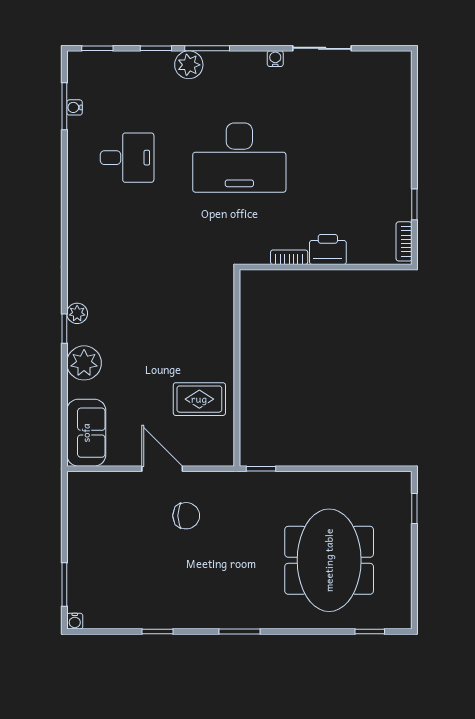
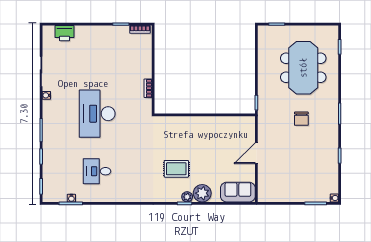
plant: (189, 65) -> (50, 140), removed
desk: (127, 158) -> (97, 171), turned -90
desk: (239, 158) -> (97, 114), turned 180
printer: (328, 249) -> (64, 33), moved, turned -90
plant: (77, 313) -> (187, 197), moved
rug: (199, 399) -> (176, 169), moved, turned 90
chair: (186, 516) -> (301, 119), moved, turned 180
meeting table: (329, 560) -> (303, 68), turned 90

